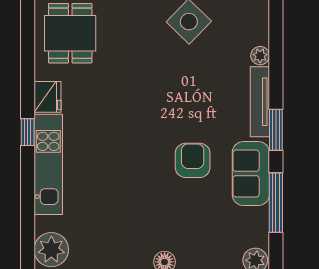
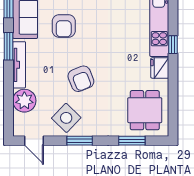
plant: (260, 56) -> (24, 101), width x1.87, depth x1.87
armchair: (167, 81) -> (81, 79), added

